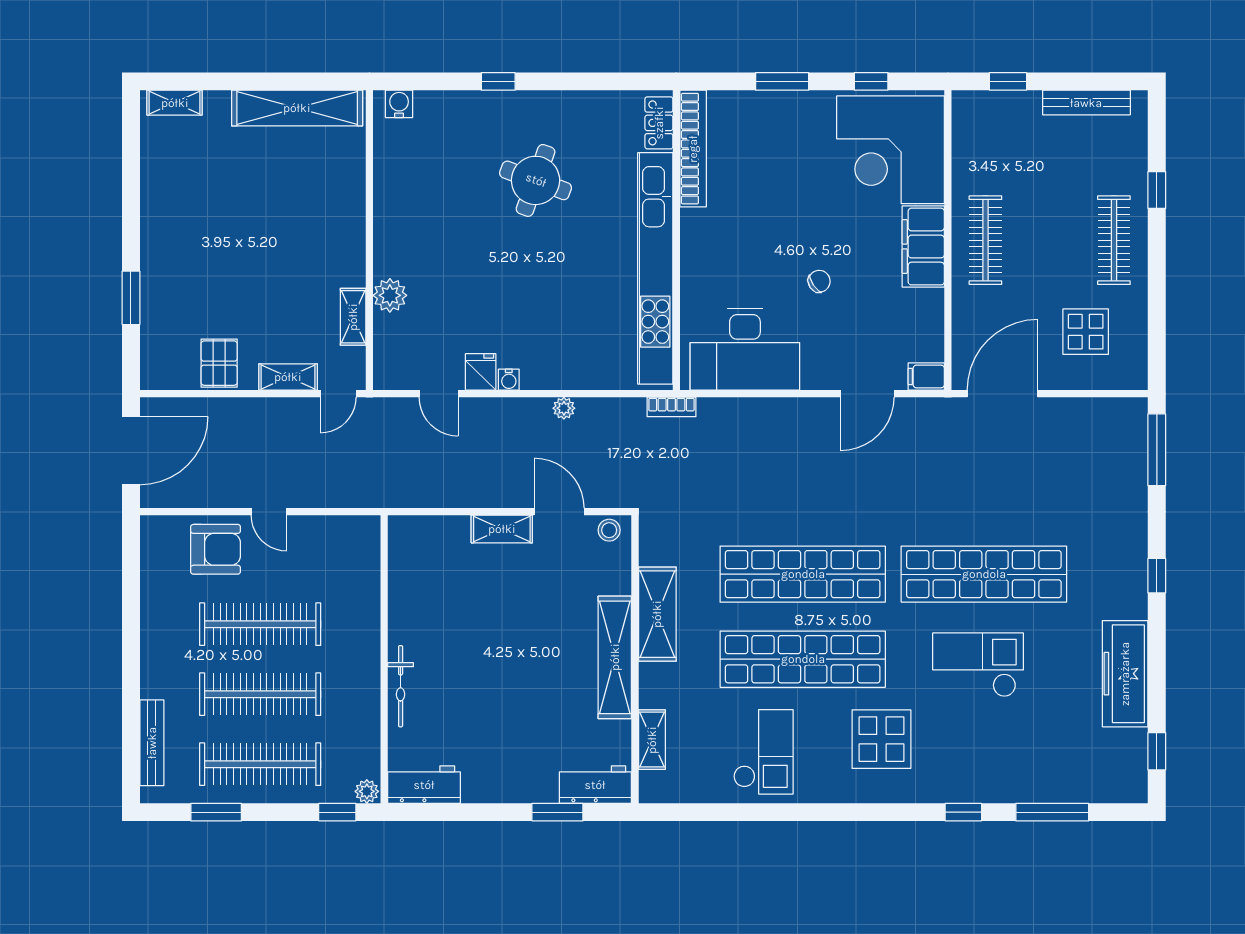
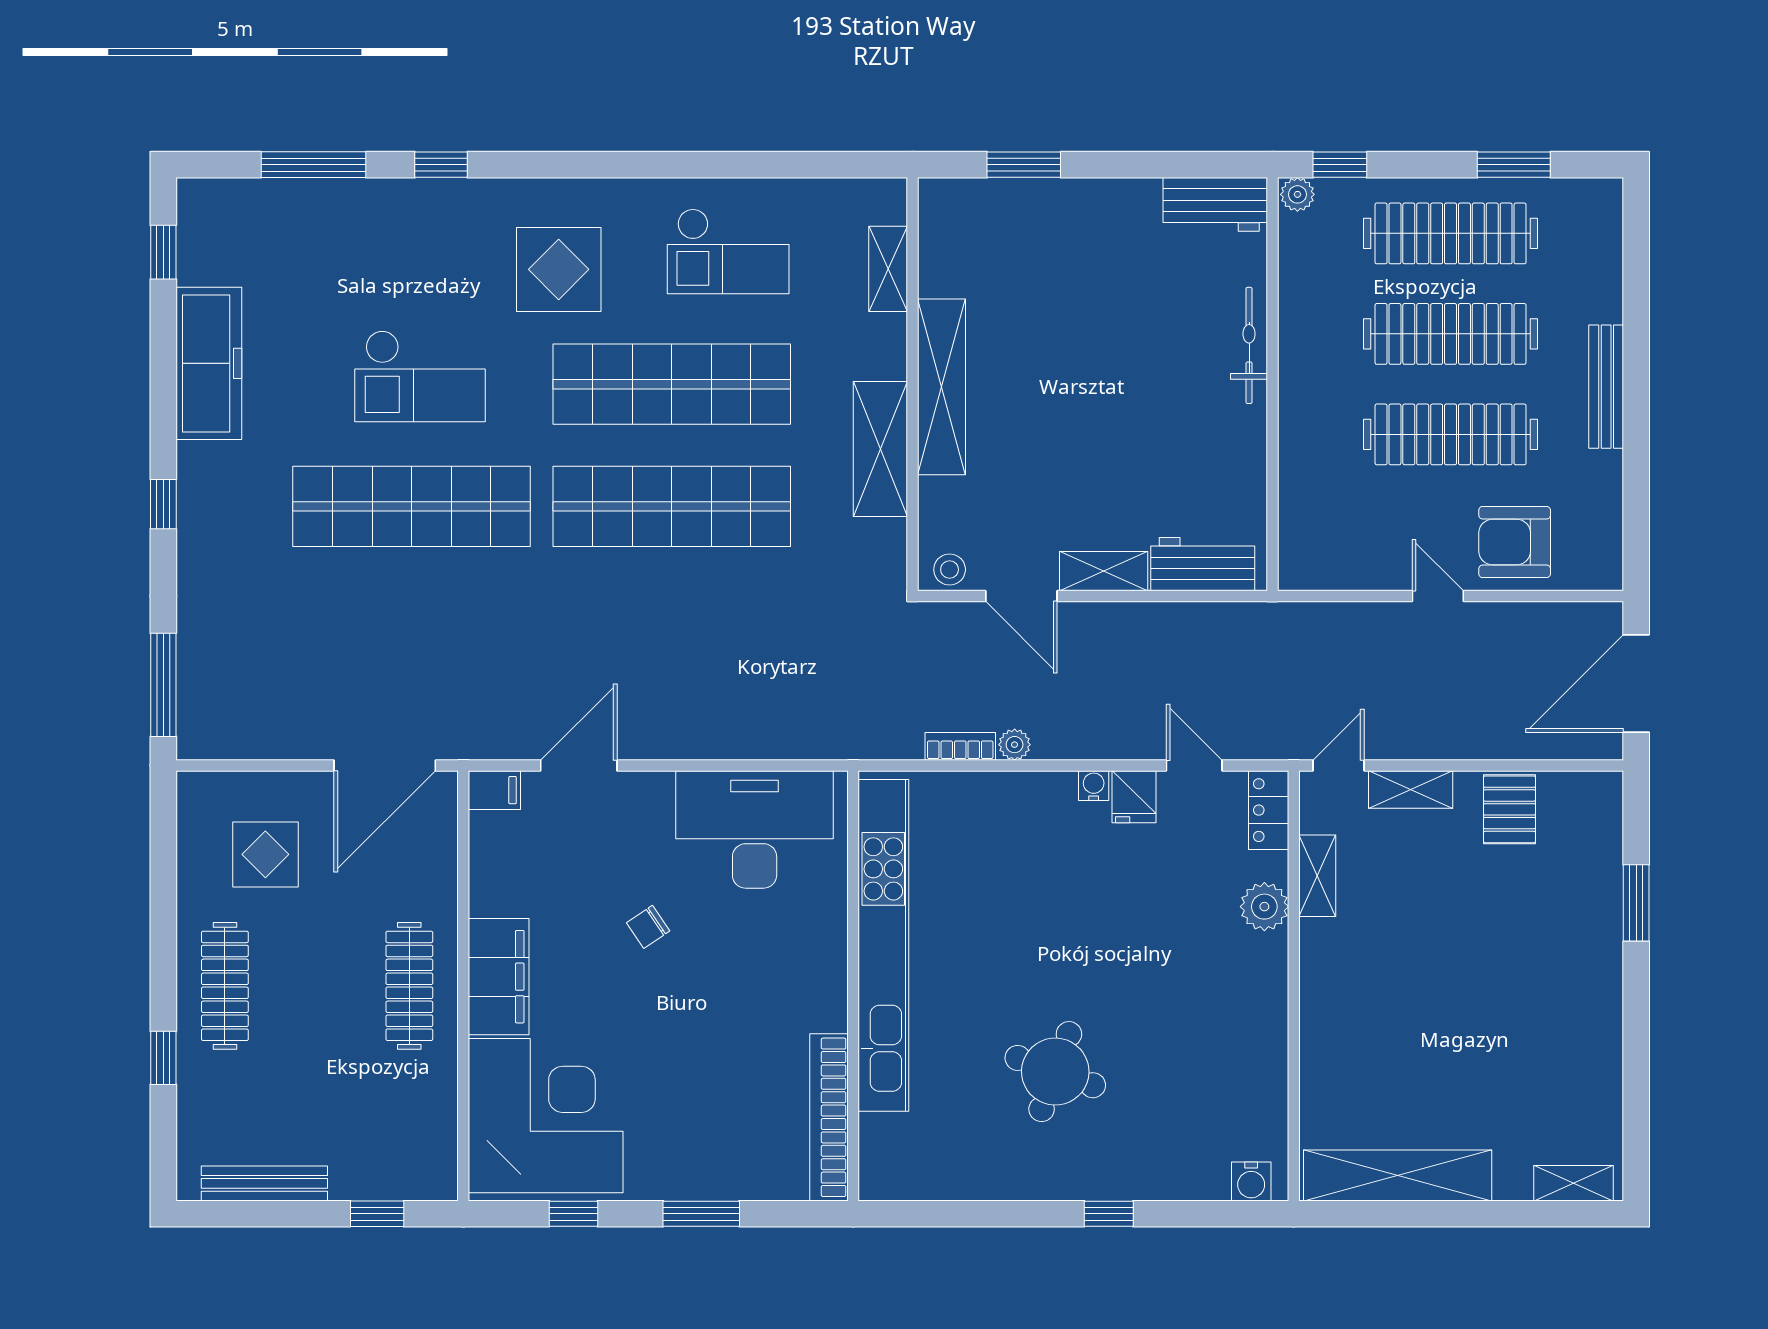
locker: (659, 123) -> (1269, 810), moved, turned 180
bookcase: (671, 407) -> (960, 746), moved
bench: (152, 743) -> (1606, 387), moved
checkout: (763, 752) -> (728, 251), turned -90
workbench: (595, 785) -> (1203, 564), moved, turned 180

